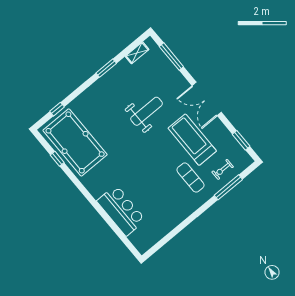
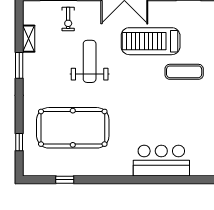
shelving: (137, 53) -> (29, 39), moved
pool table: (75, 142) -> (73, 128), moved
exercise bike: (223, 169) -> (68, 19), moved

